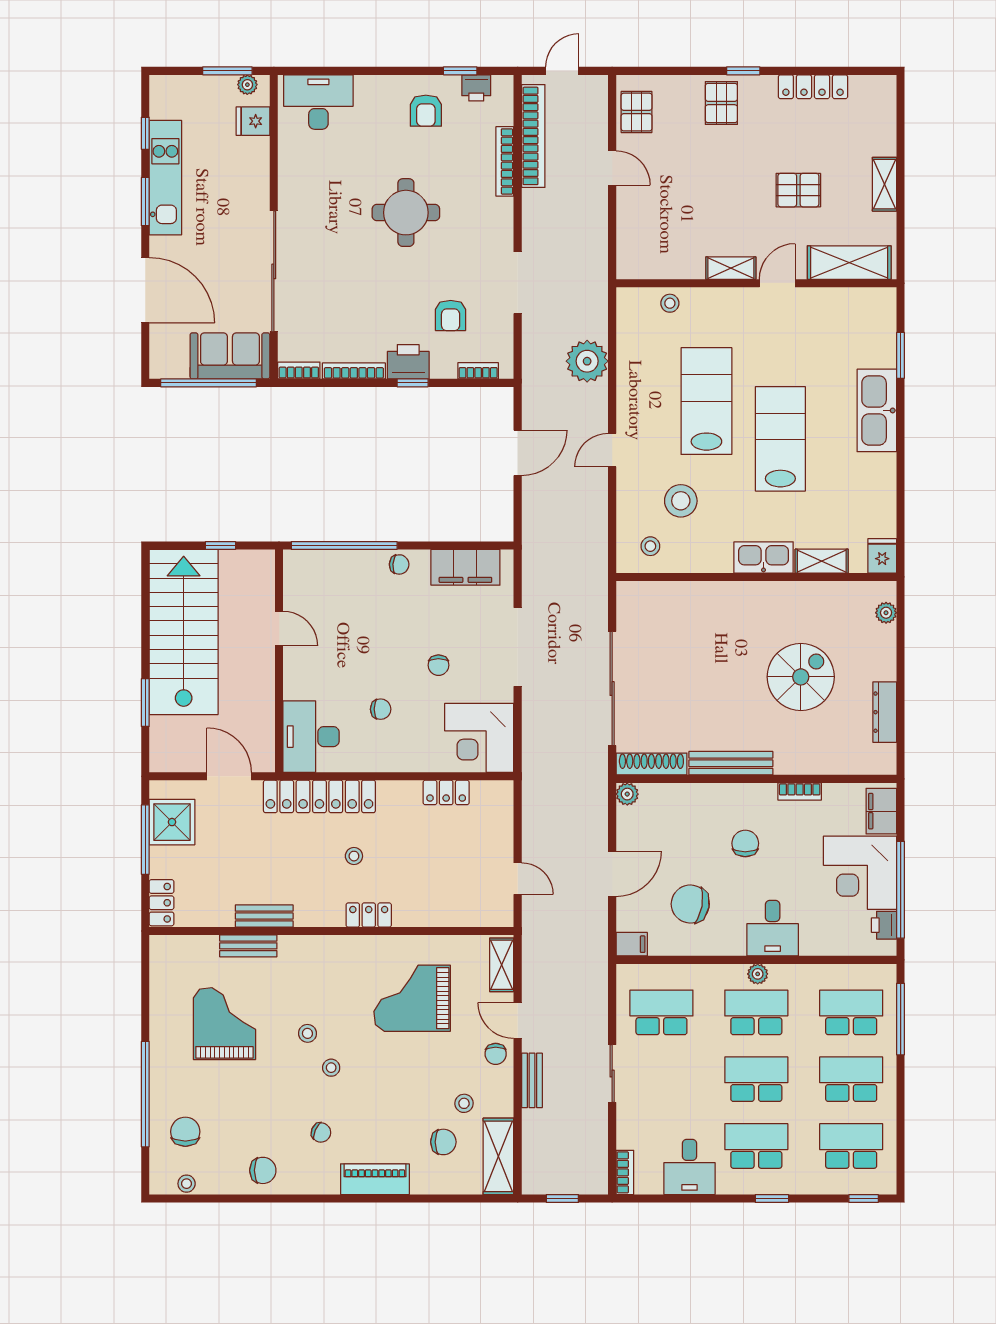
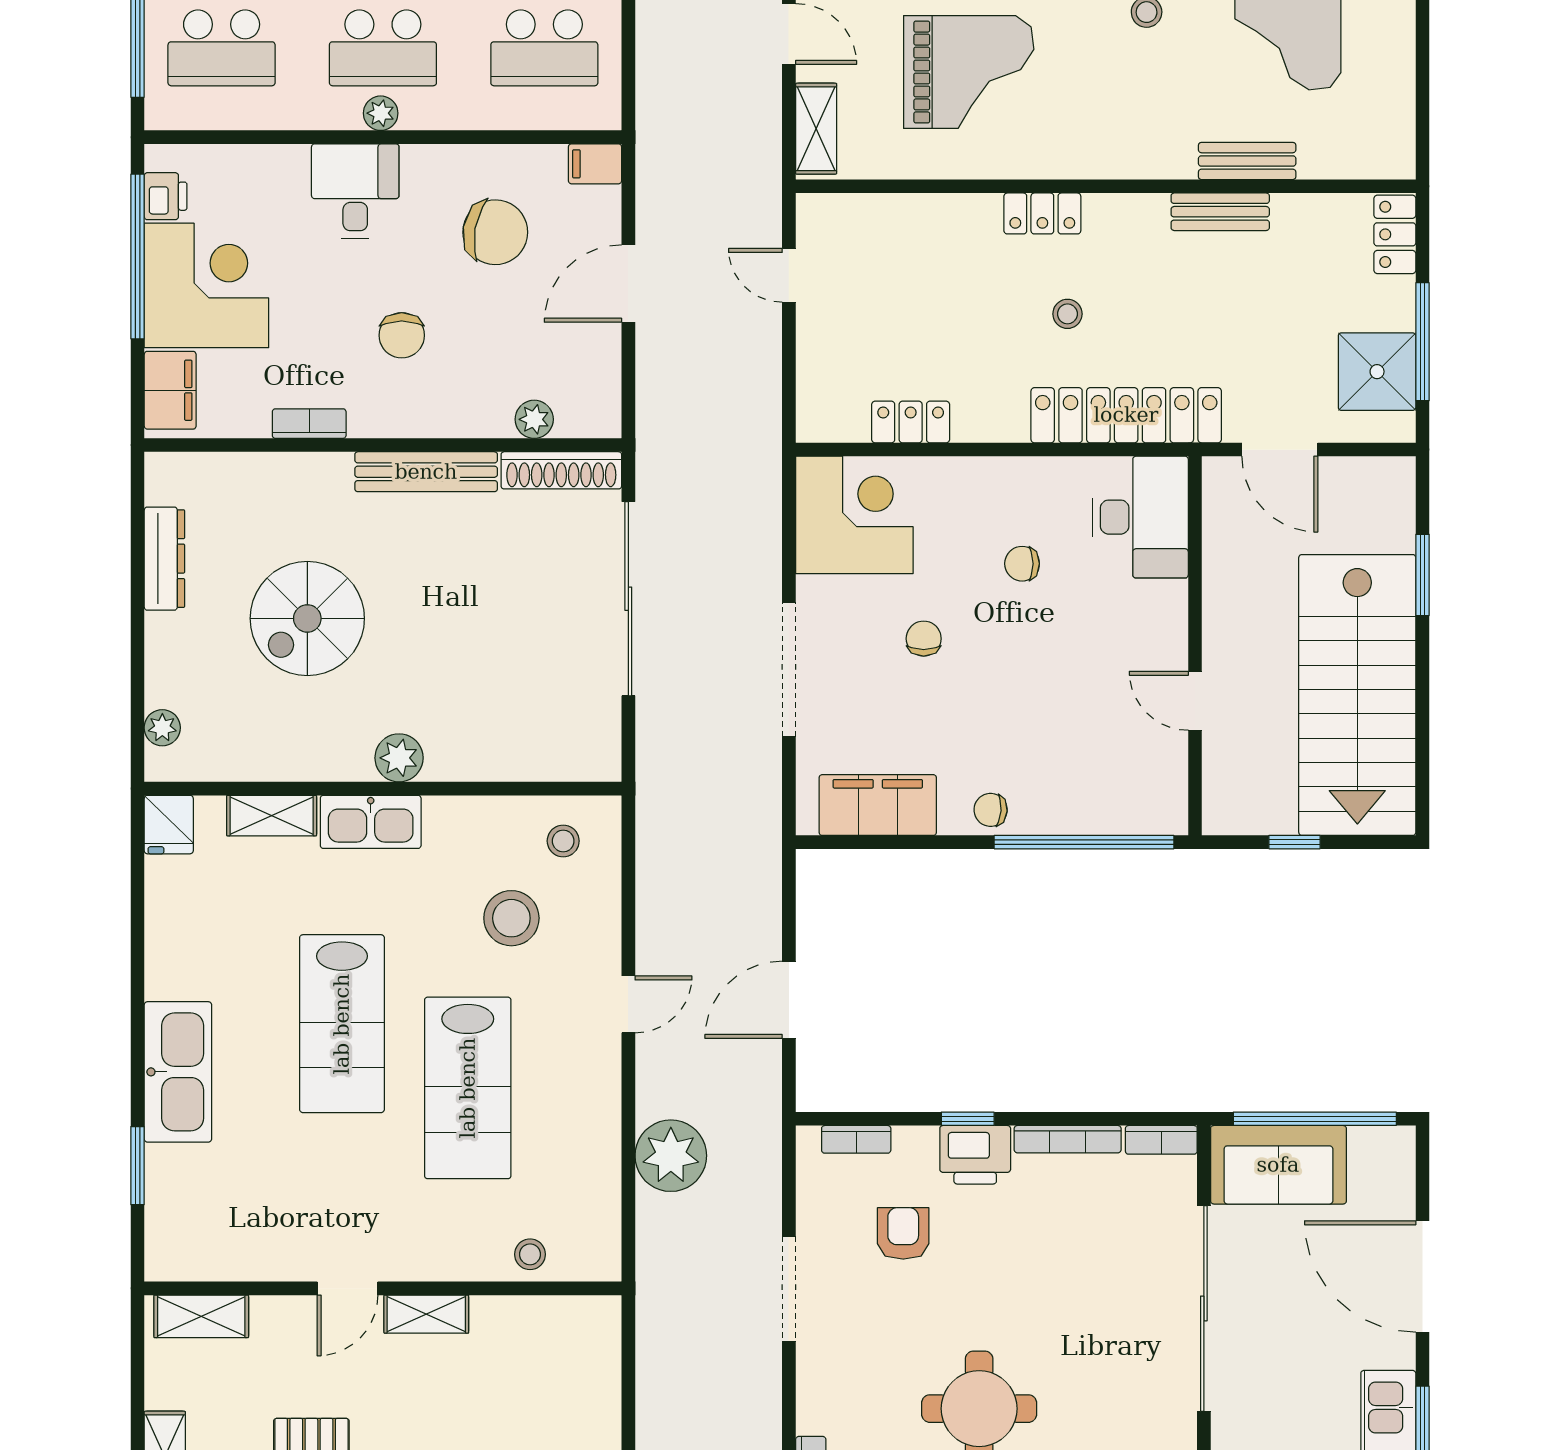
shelving: (849, 263) -> (201, 1316), width x0.67, depth x0.75
plant: (747, 595) -> (399, 758), added
plant: (627, 794) -> (534, 419), moved

